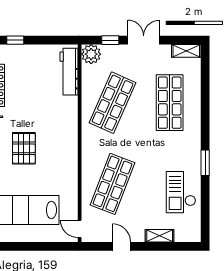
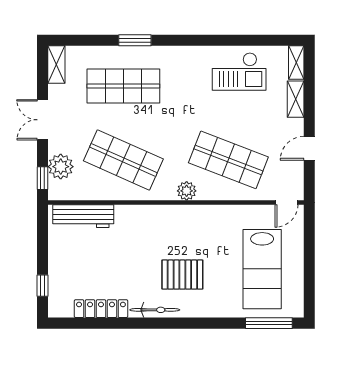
window: (110, 40) -> (43, 178), moved
plant: (91, 54) -> (61, 167), moved
plant: (89, 152) -> (187, 191), added
window: (205, 163) -> (135, 40), moved
shelving: (188, 236) -> (296, 62), added

